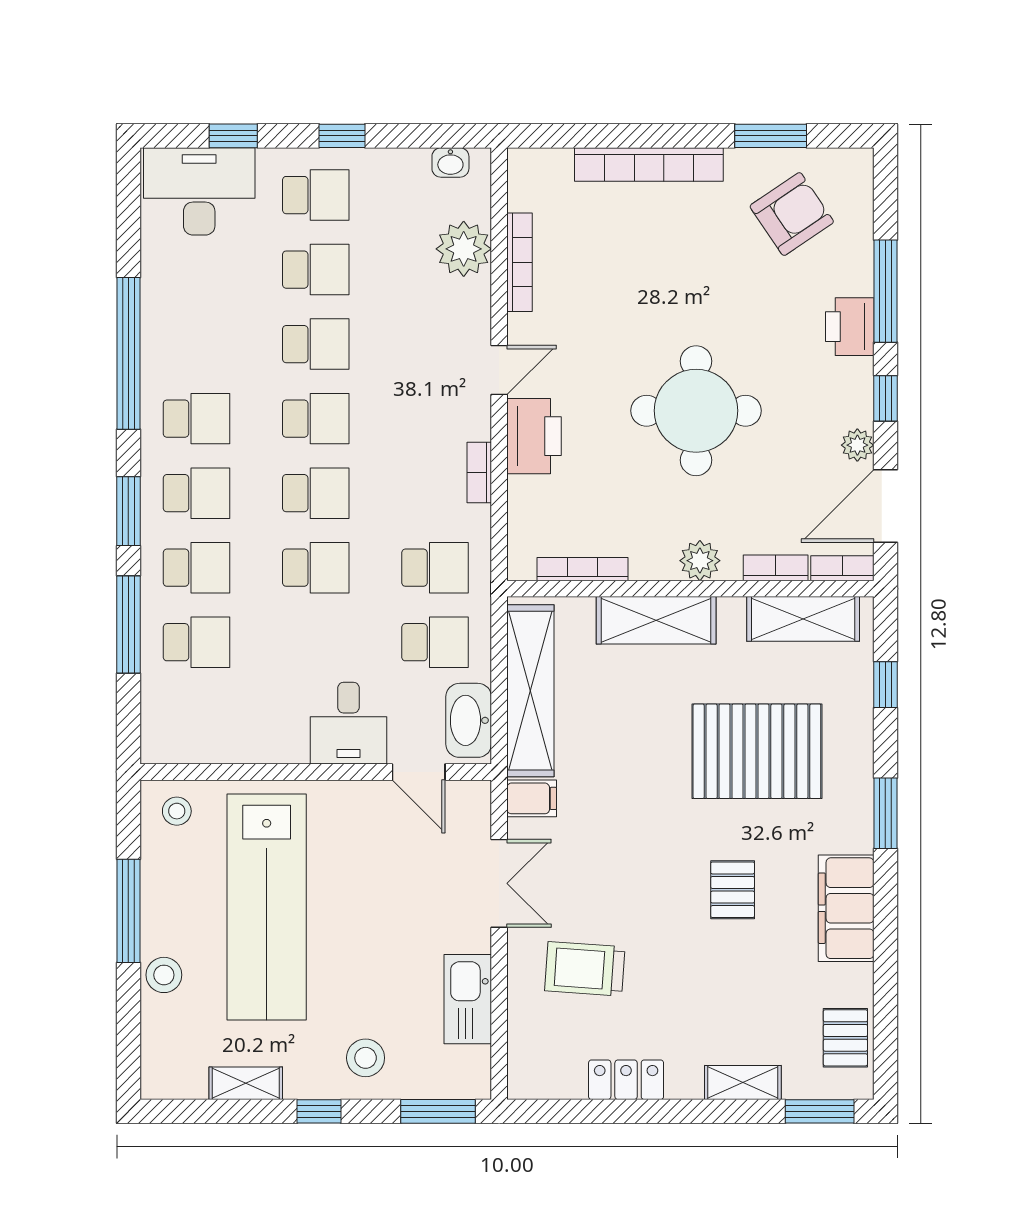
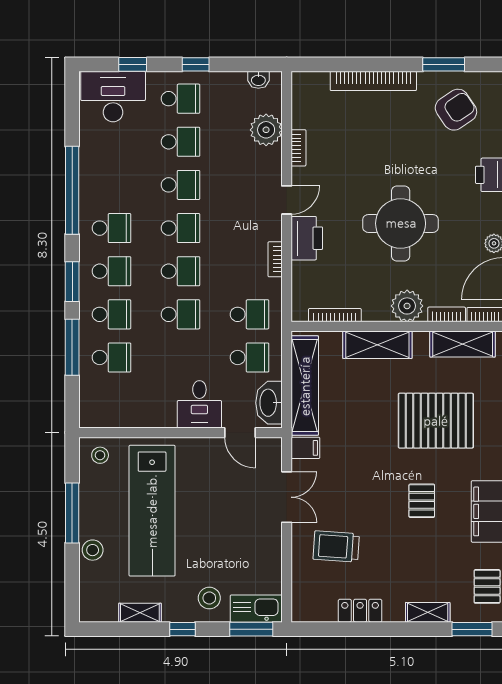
bookcase: (520, 262) -> (298, 148), width x0.64
plant: (700, 561) -> (407, 306), width x1.36, depth x1.36
kitchen sink: (468, 999) -> (256, 609), moved, turned 90

